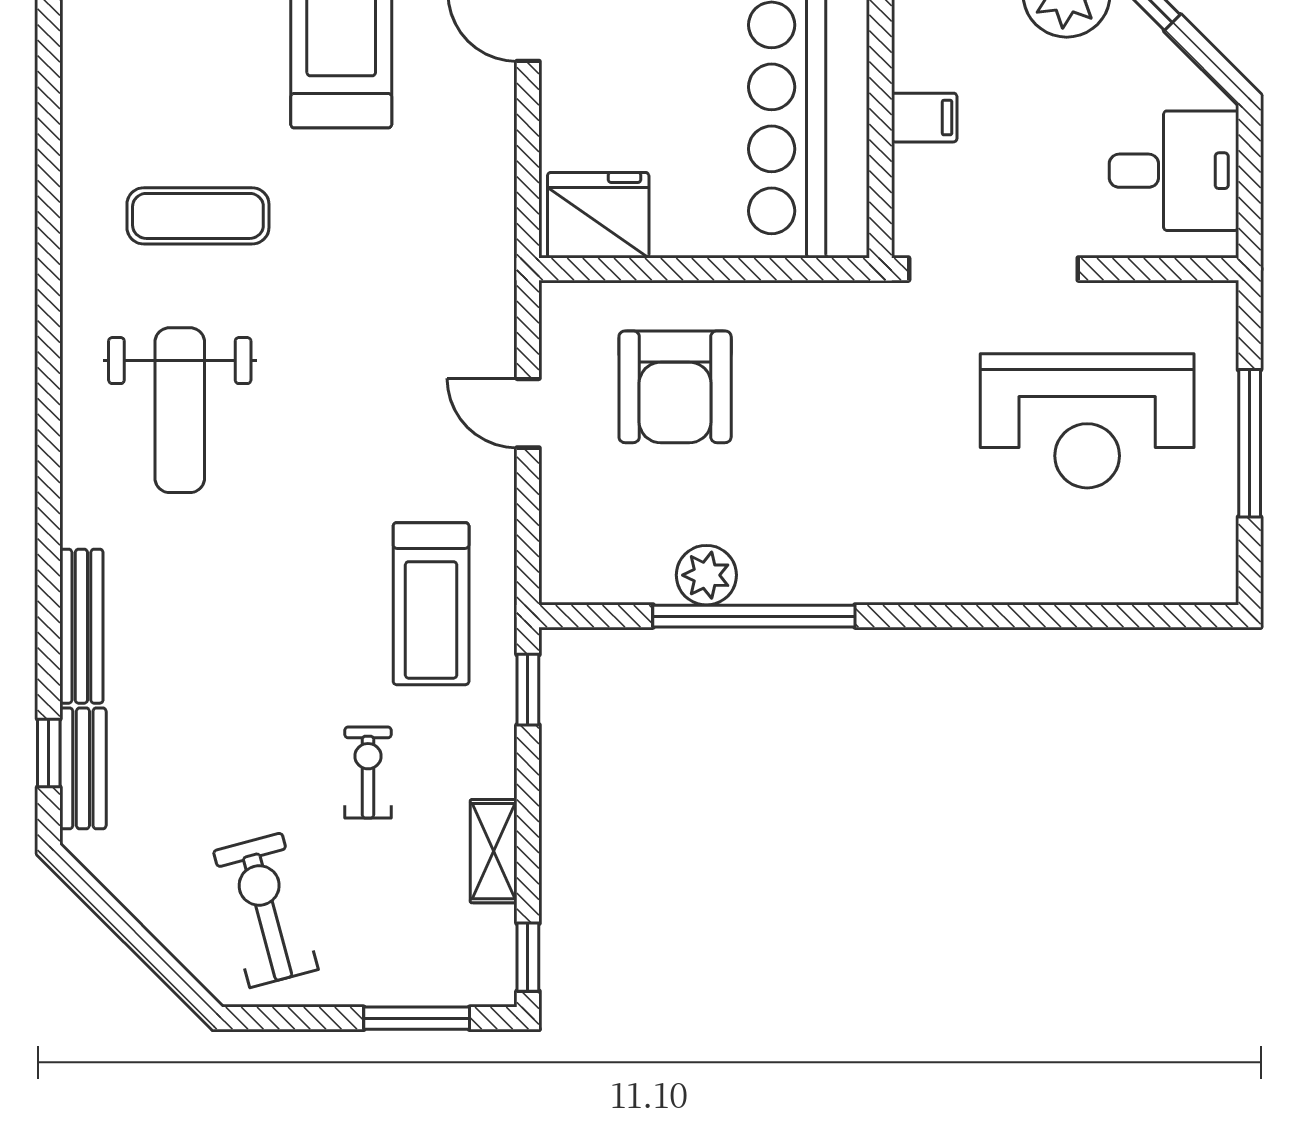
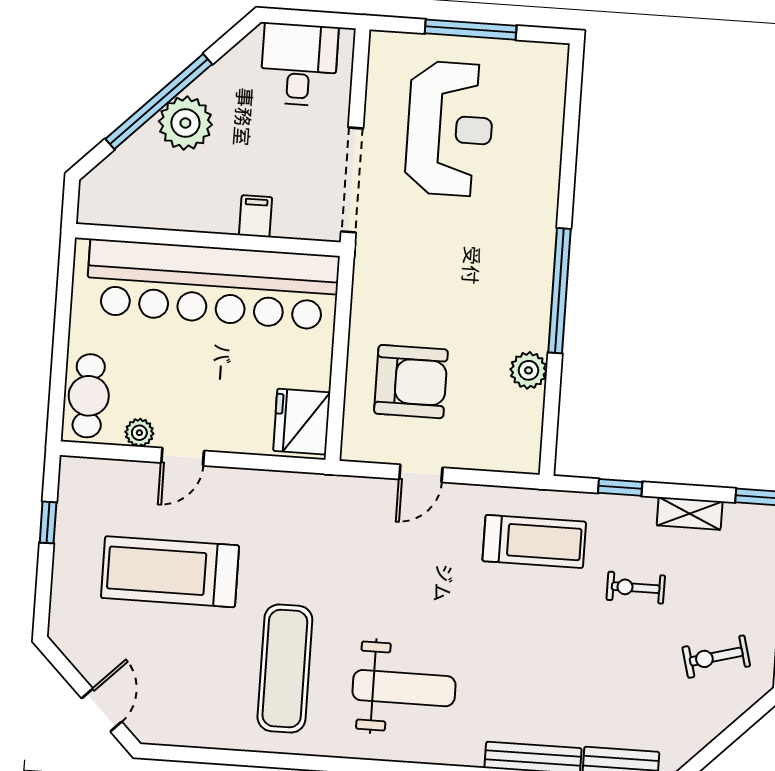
exercise mat: (198, 216) -> (285, 669), width x1.36, depth x1.45
window: (754, 616) -> (559, 291), moved
window: (528, 690) -> (620, 487), moved
exercise bike: (266, 910) -> (716, 657), width x0.73, depth x0.72

